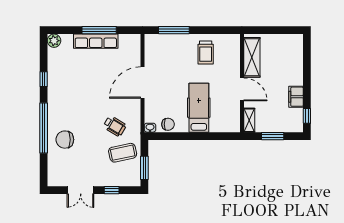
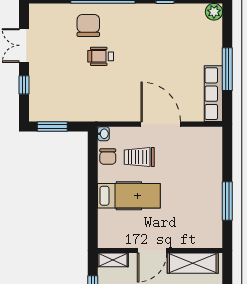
window: (174, 30) -> (227, 201), moved
row of seats: (96, 41) -> (213, 94), moved
trolley: (206, 53) -> (139, 157), moved
wheelchair: (115, 126) -> (101, 56), moved, turned 59
coffee table: (123, 153) -> (72, 99), removed

